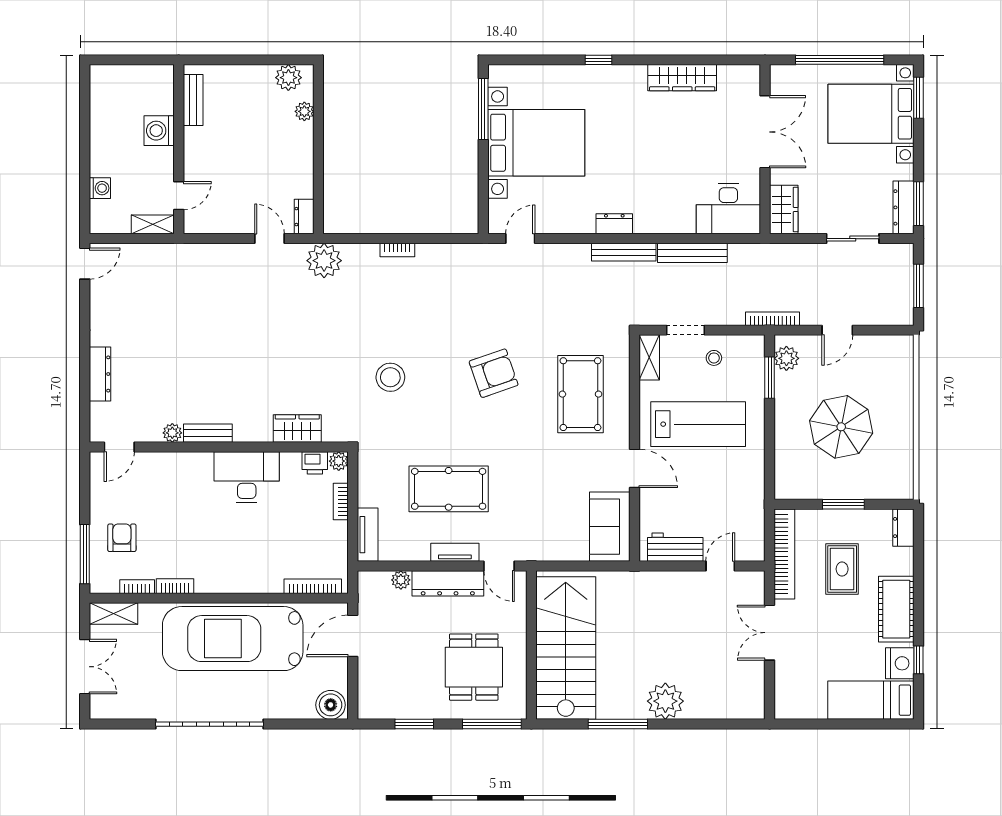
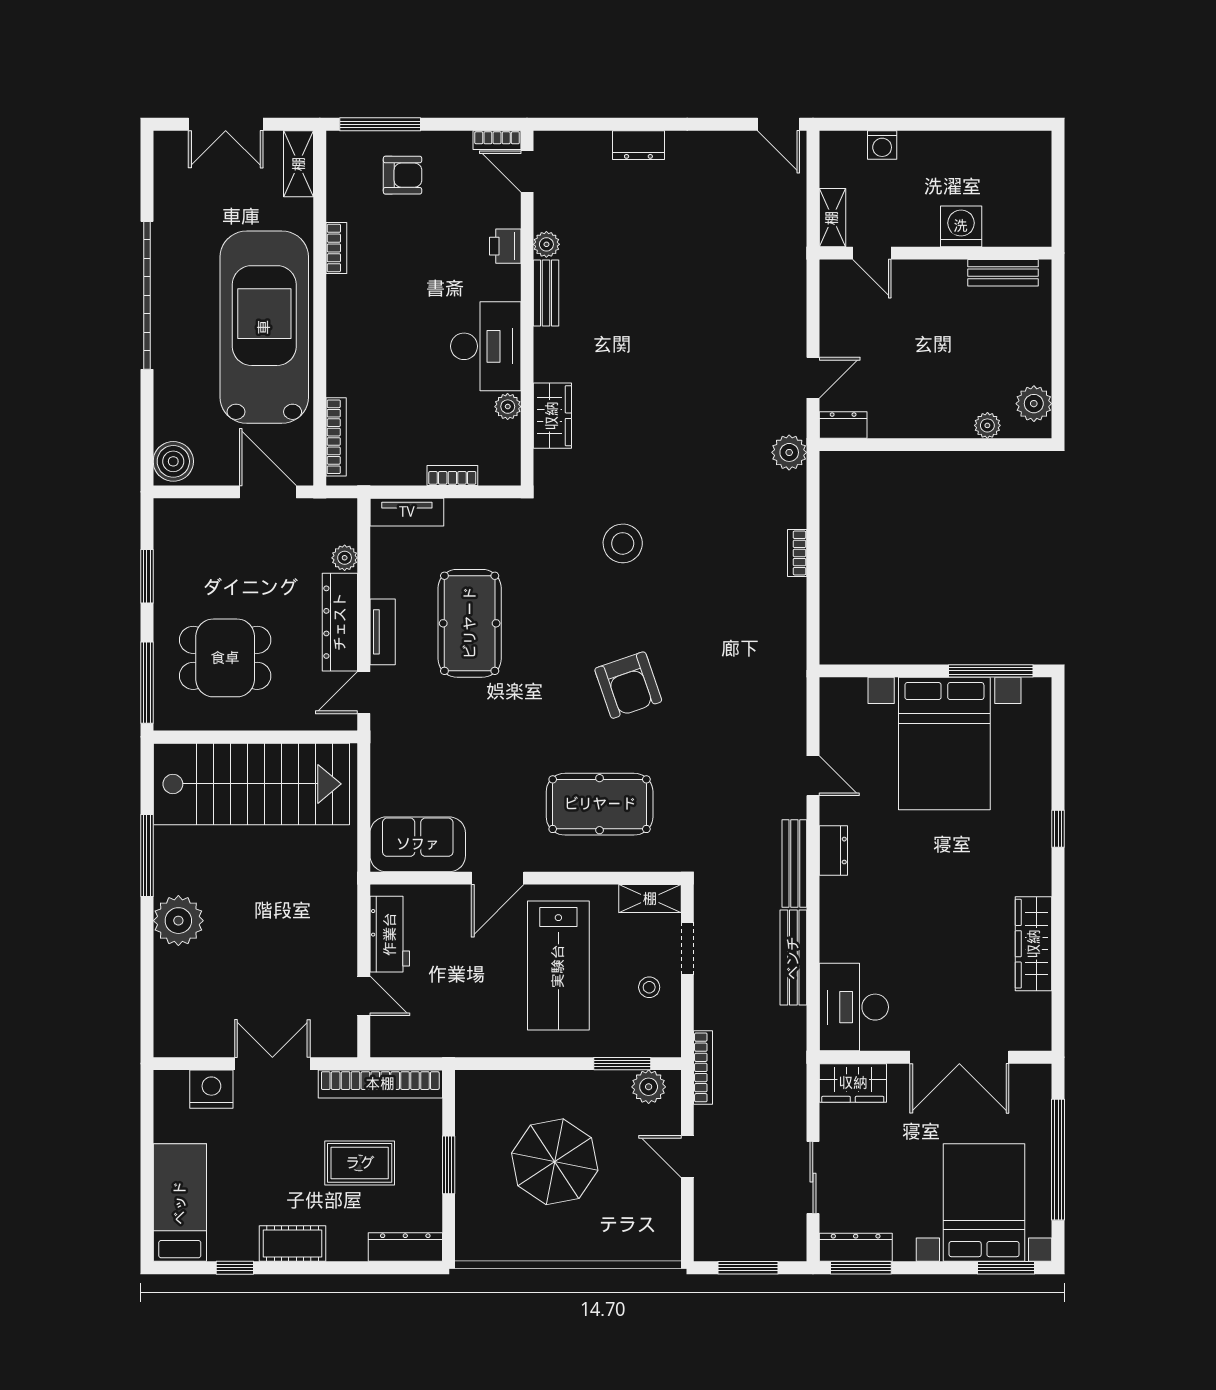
door: (520, 239) -> (813, 776), moved
plant: (324, 261) -> (789, 452), width x0.73, depth x0.73
dresser: (100, 374) -> (638, 145), width x0.70
plant: (339, 461) -> (508, 407), moved
printer: (315, 463) -> (505, 246), moved
dresser: (903, 528) -> (405, 1247), width x1.44
bookcase: (137, 587) -> (497, 140), moved, turned 90
cot: (896, 609) -> (292, 1243), width x0.73, depth x0.75
nightstand: (900, 663) -> (211, 1089), moved, turned 180

